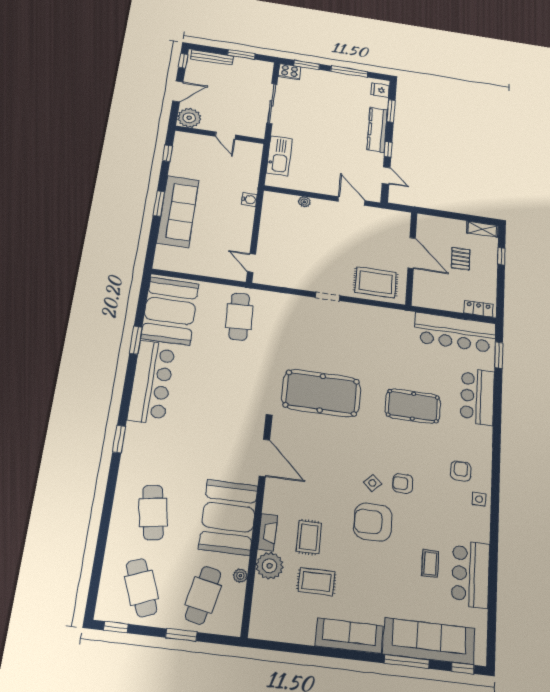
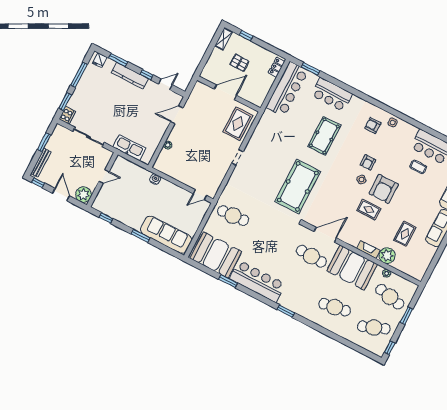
sofa: (178, 211) -> (166, 235), moved
cafe table: (222, 449) -> (311, 256), added
rug: (309, 537) -> (369, 210), moved

